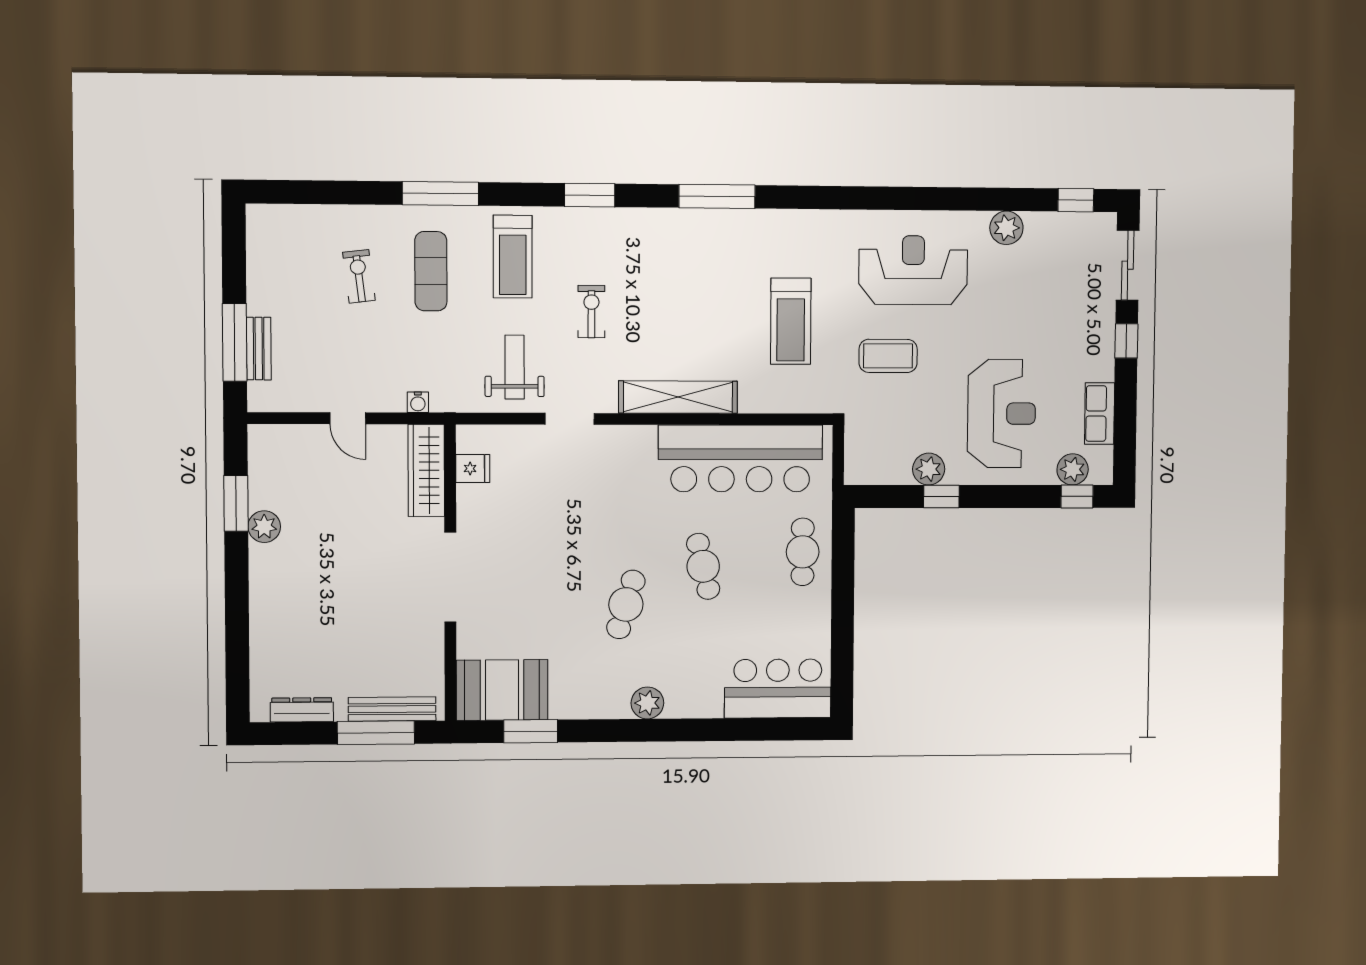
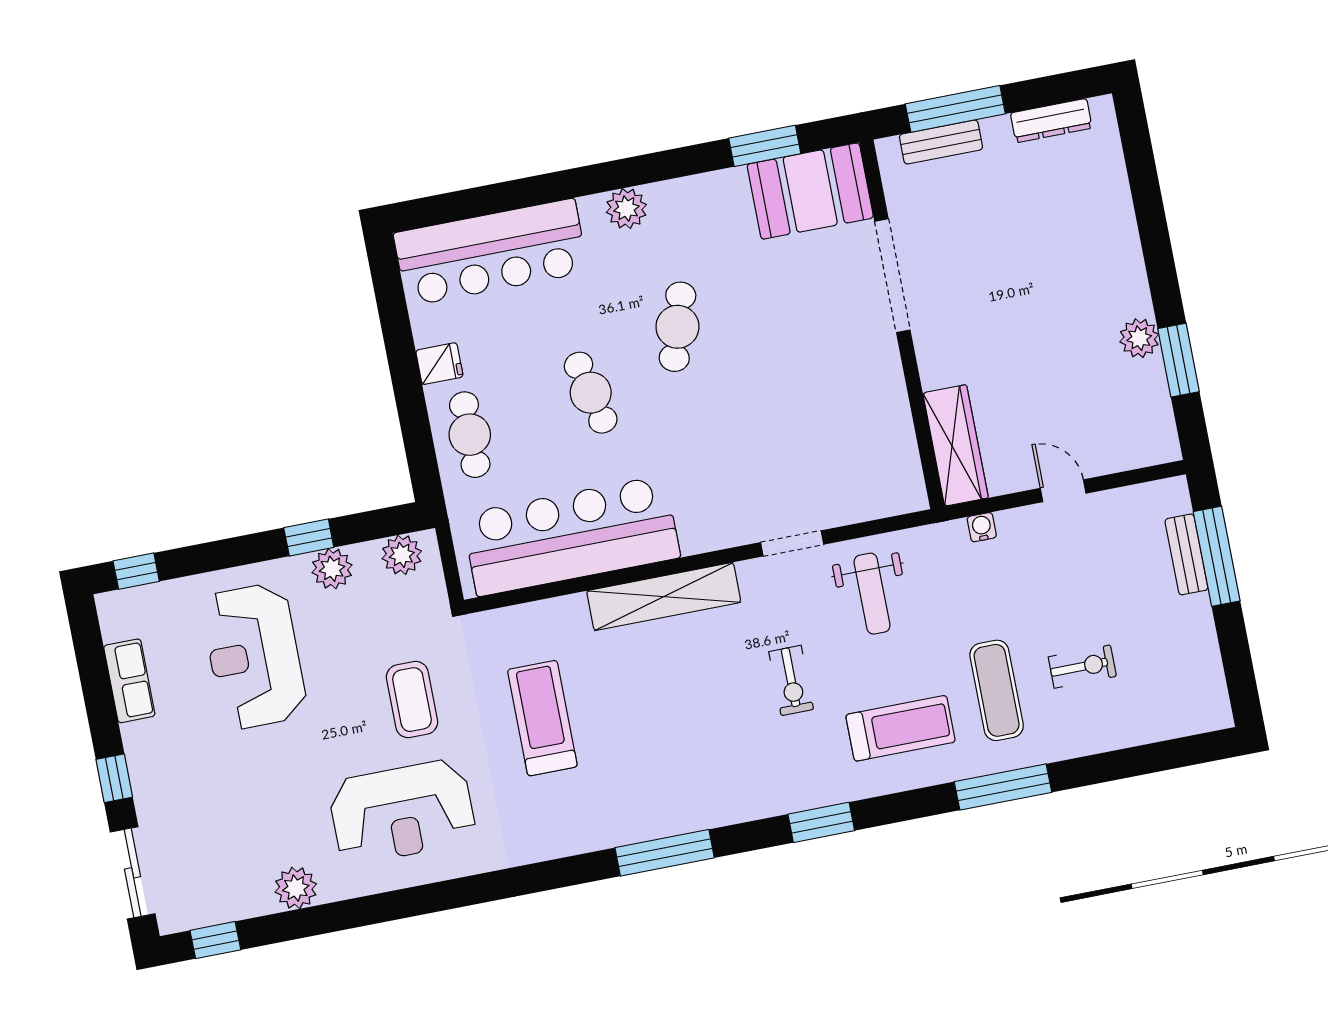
treadmill: (513, 257) -> (901, 728), turned 90
exercise bike: (359, 276) -> (1082, 667), turned -83
coffee table: (888, 356) -> (412, 700), turned 90
fridge: (473, 469) -> (439, 364), moved, turned 180
plant: (1073, 469) -> (402, 555), moved
doorway: (450, 577) -> (892, 276), moved
bar counter: (778, 689) -> (491, 252), width x1.36
bench: (392, 709) -> (941, 142), width x0.73

